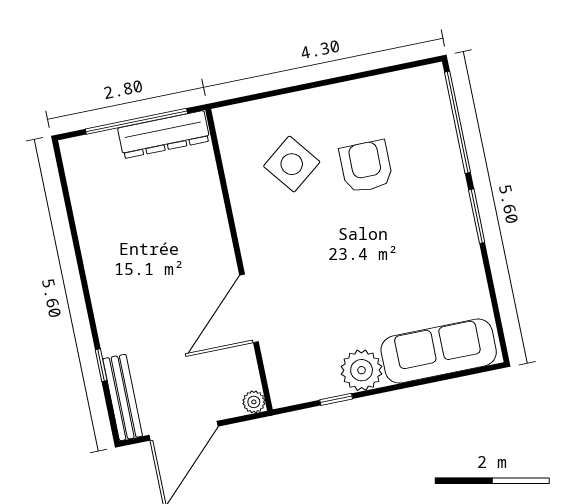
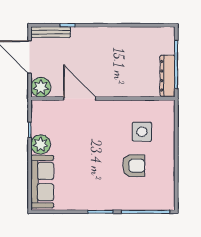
side table: (292, 164) -> (142, 132), turned 38
plant: (254, 402) -> (41, 87), width x1.87, depth x1.87

